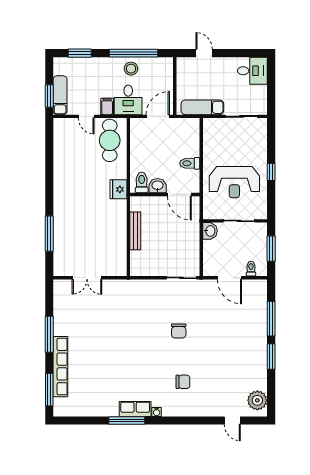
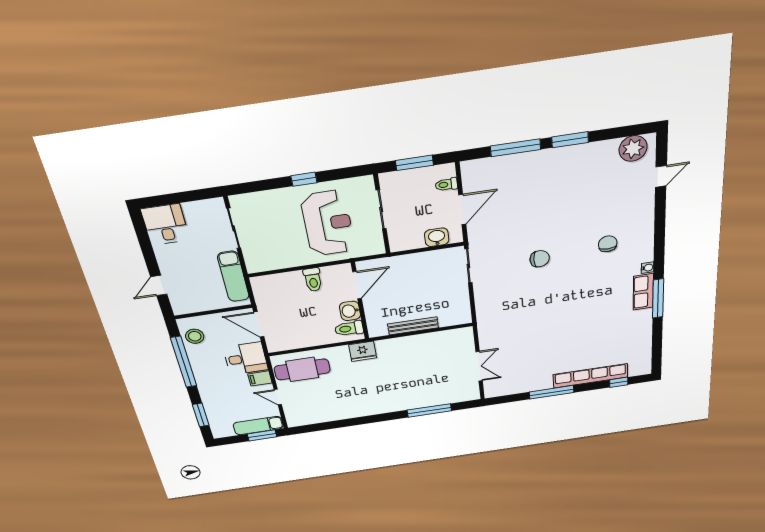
stool: (131, 69) -> (195, 336), moved
door: (86, 116) -> (278, 397), swing flipped
washbasin: (210, 231) -> (437, 237), moved
window: (49, 390) -> (619, 382), width x0.46

